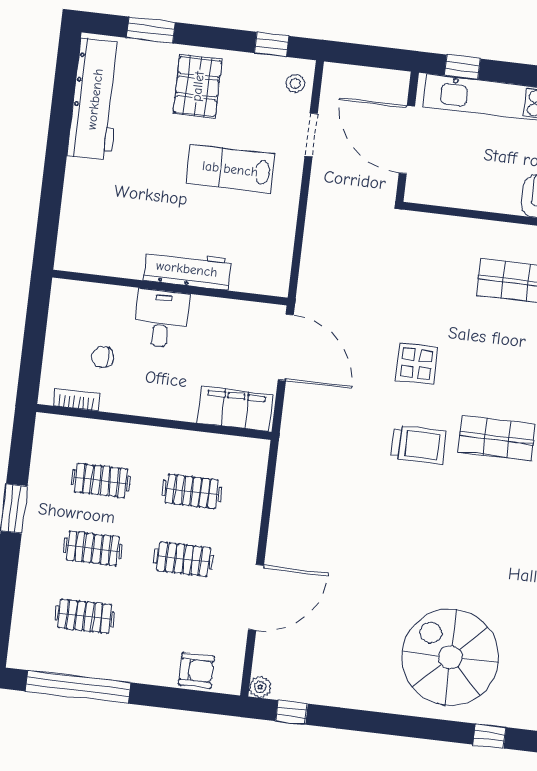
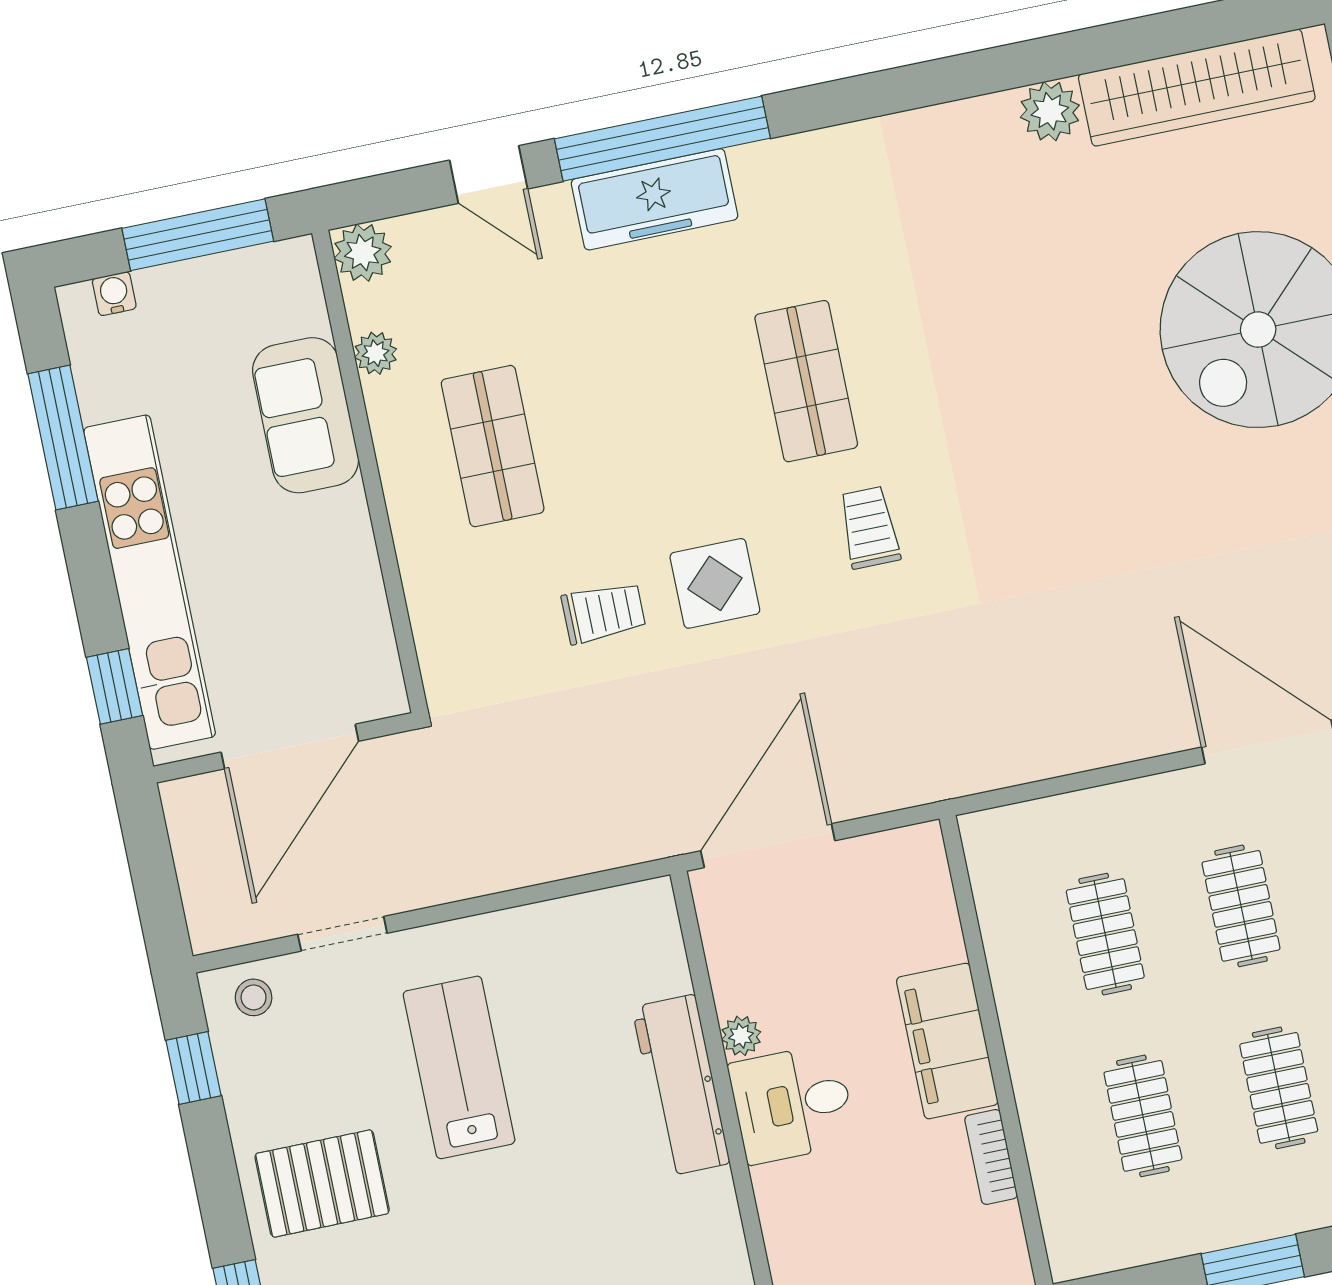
lab bench: (230, 169) -> (459, 1067), turned 180
plant: (201, 305) -> (741, 1036), added
trolley: (420, 307) -> (604, 613), added
chair: (103, 357) -> (904, 1192), removed
bookcase: (77, 400) -> (991, 1157), moved
filing cabinet: (235, 409) -> (947, 1041), moved
trolley: (419, 445) -> (869, 528), width x0.73, depth x0.72

